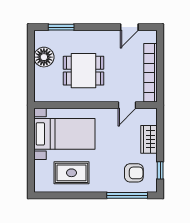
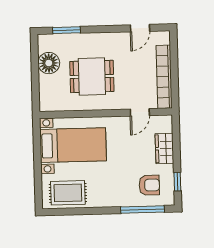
rug: (71, 173) -> (68, 193), moved

